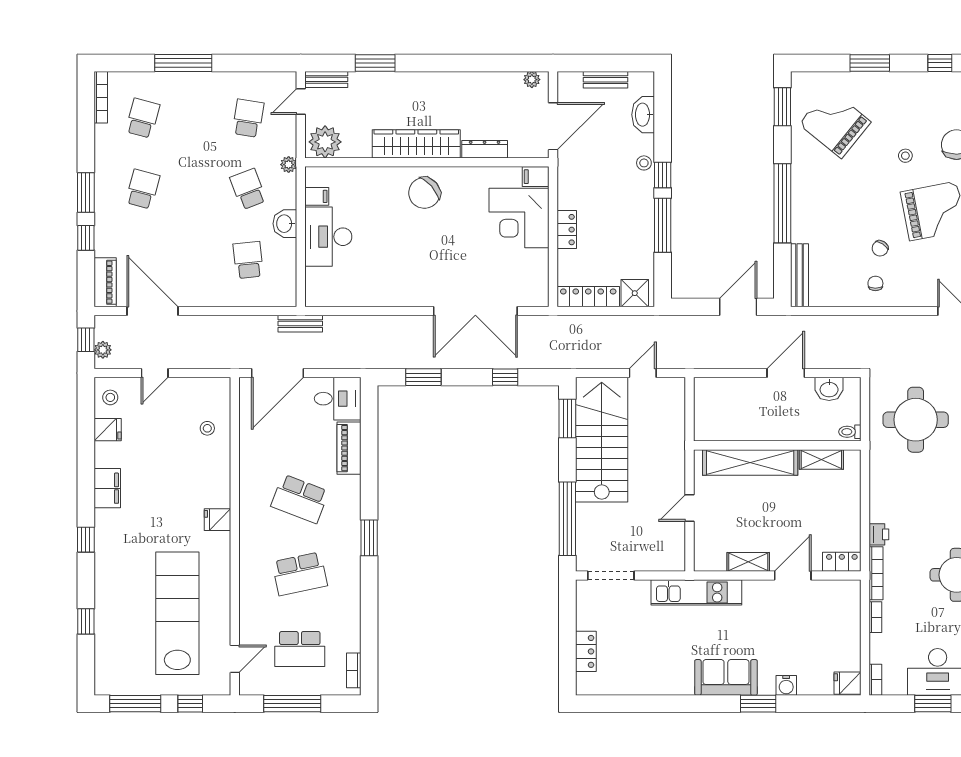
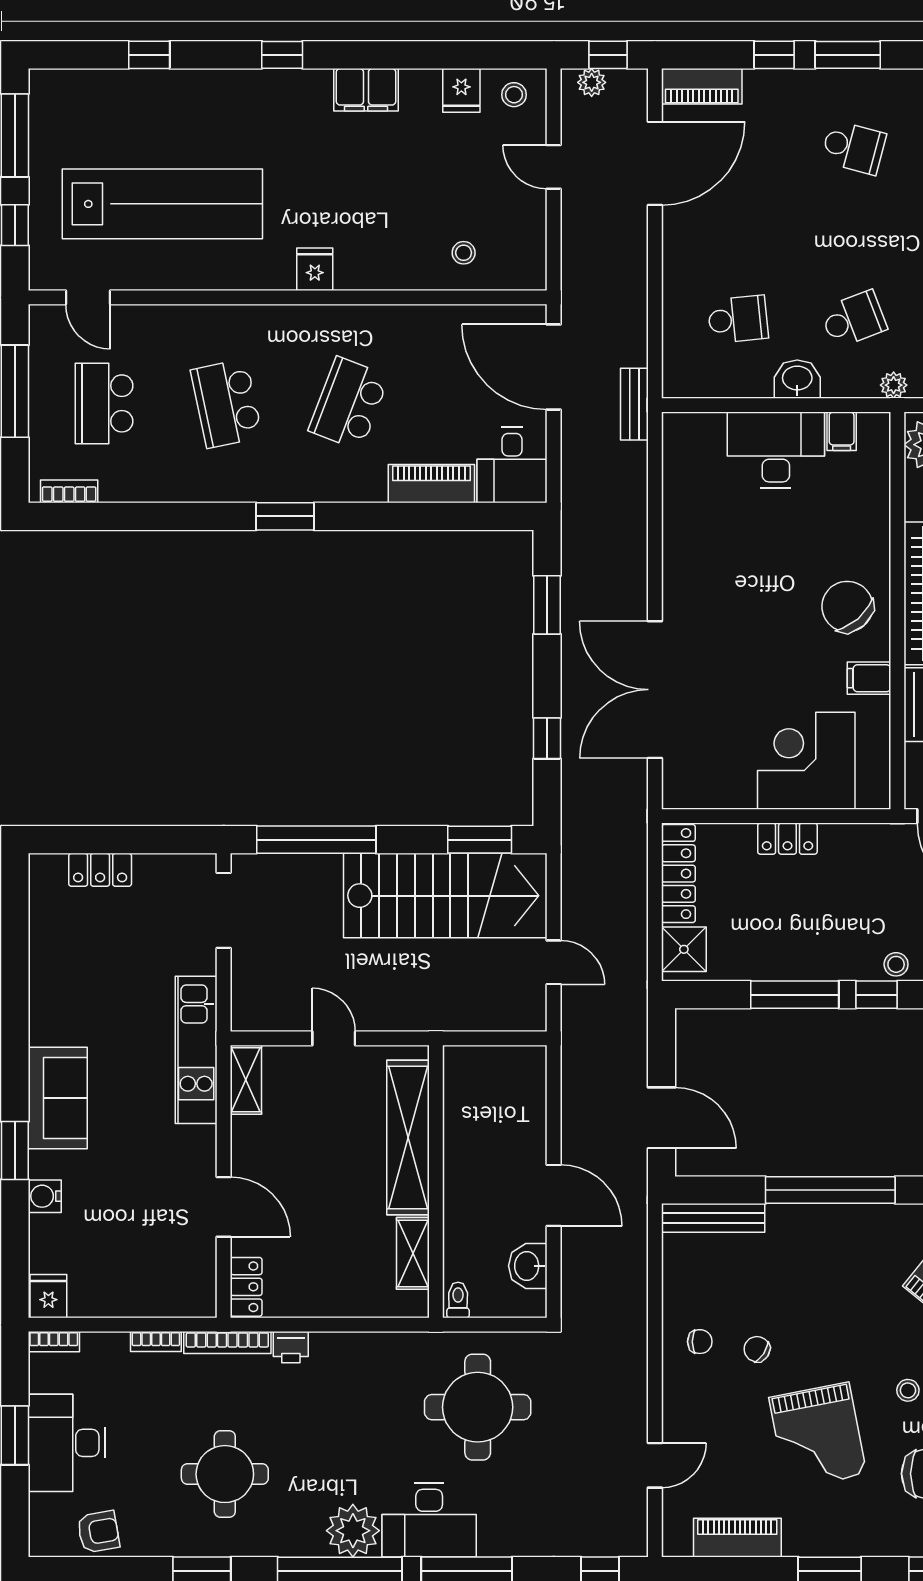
filing cabinet: (536, 177) -> (869, 678), moved, turned -90
shelving: (748, 562) -> (246, 1080), moved

